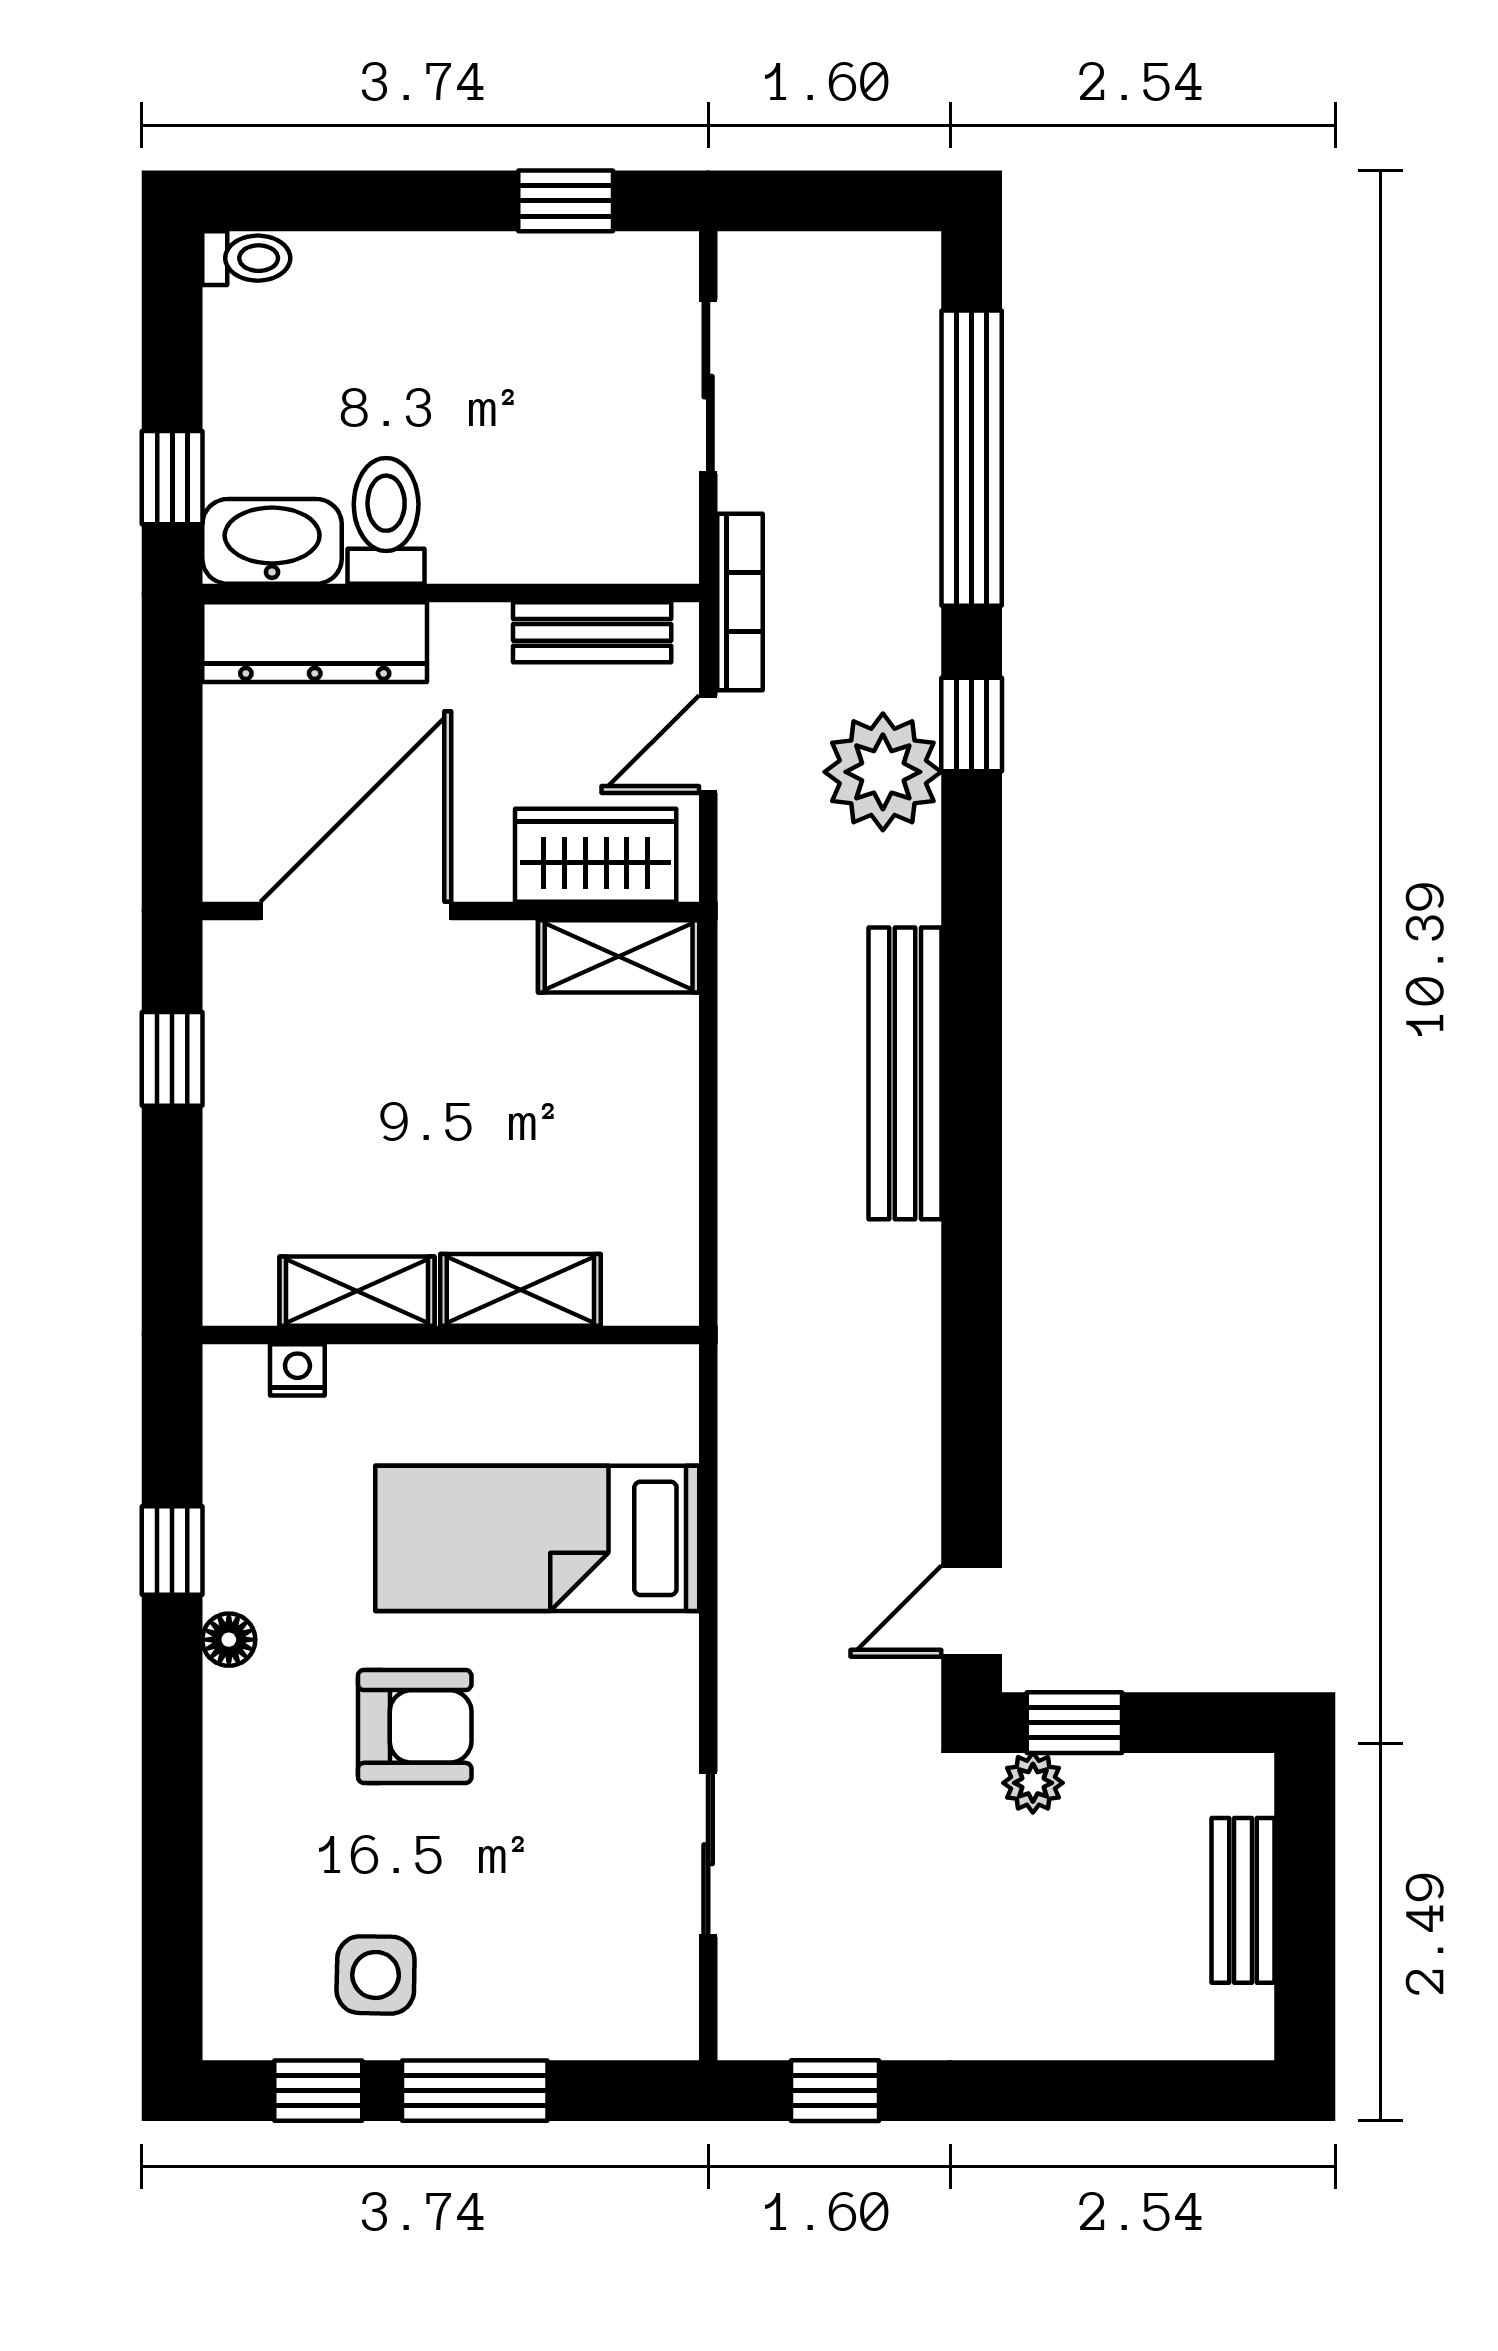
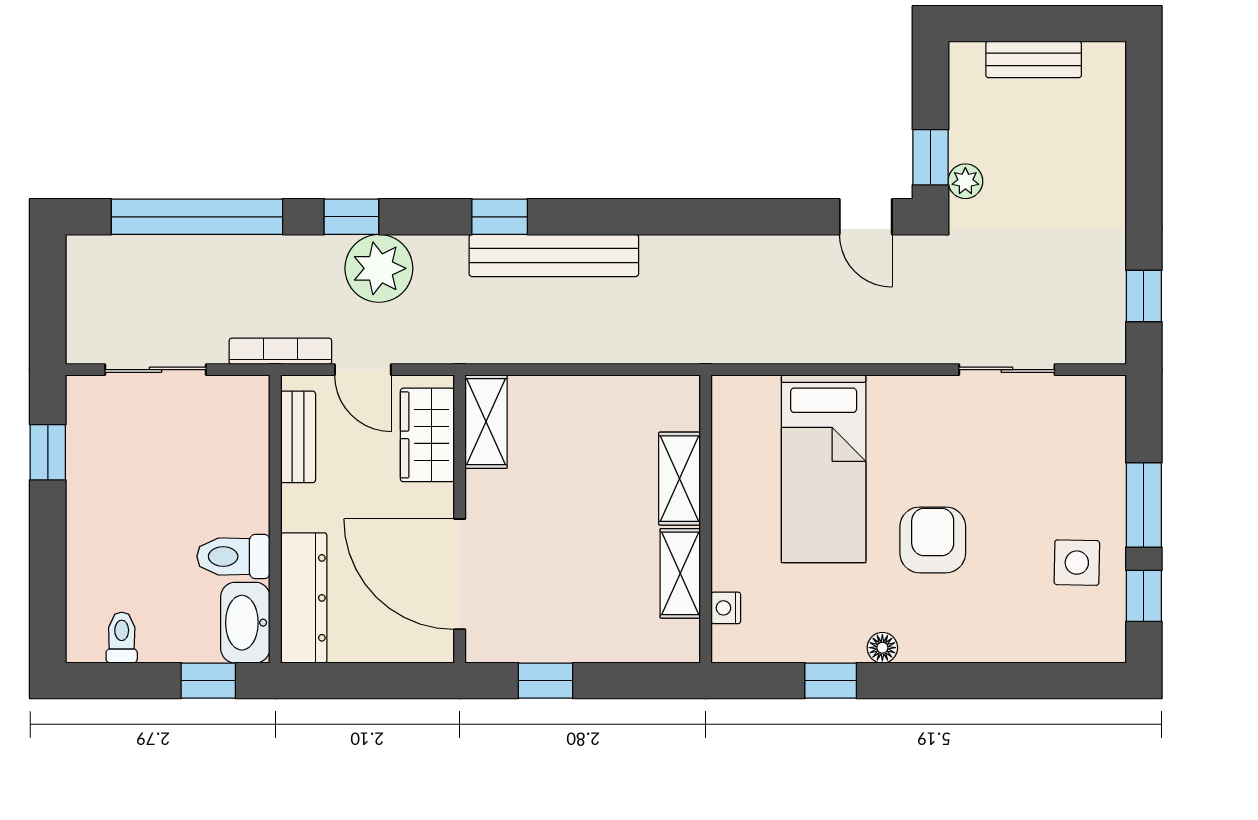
toilet: (246, 258) -> (122, 638), moved
window: (972, 980) -> (500, 217), added

